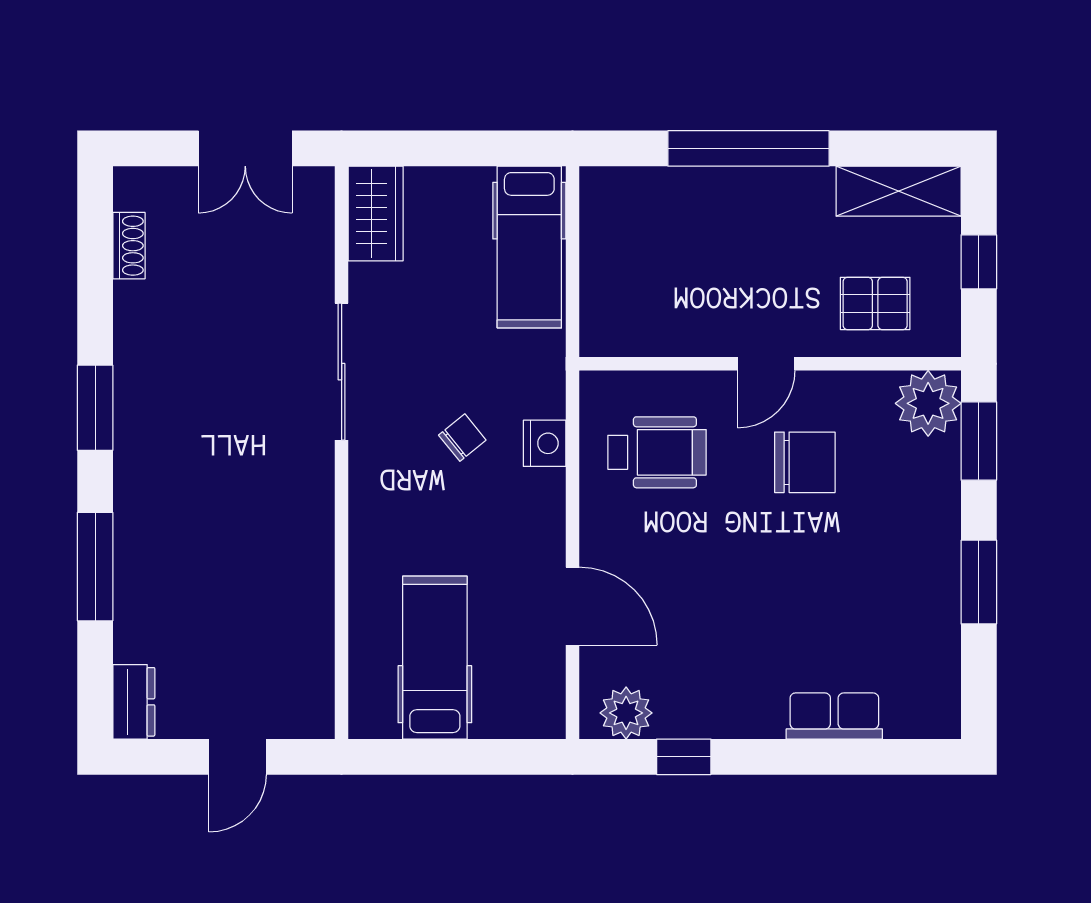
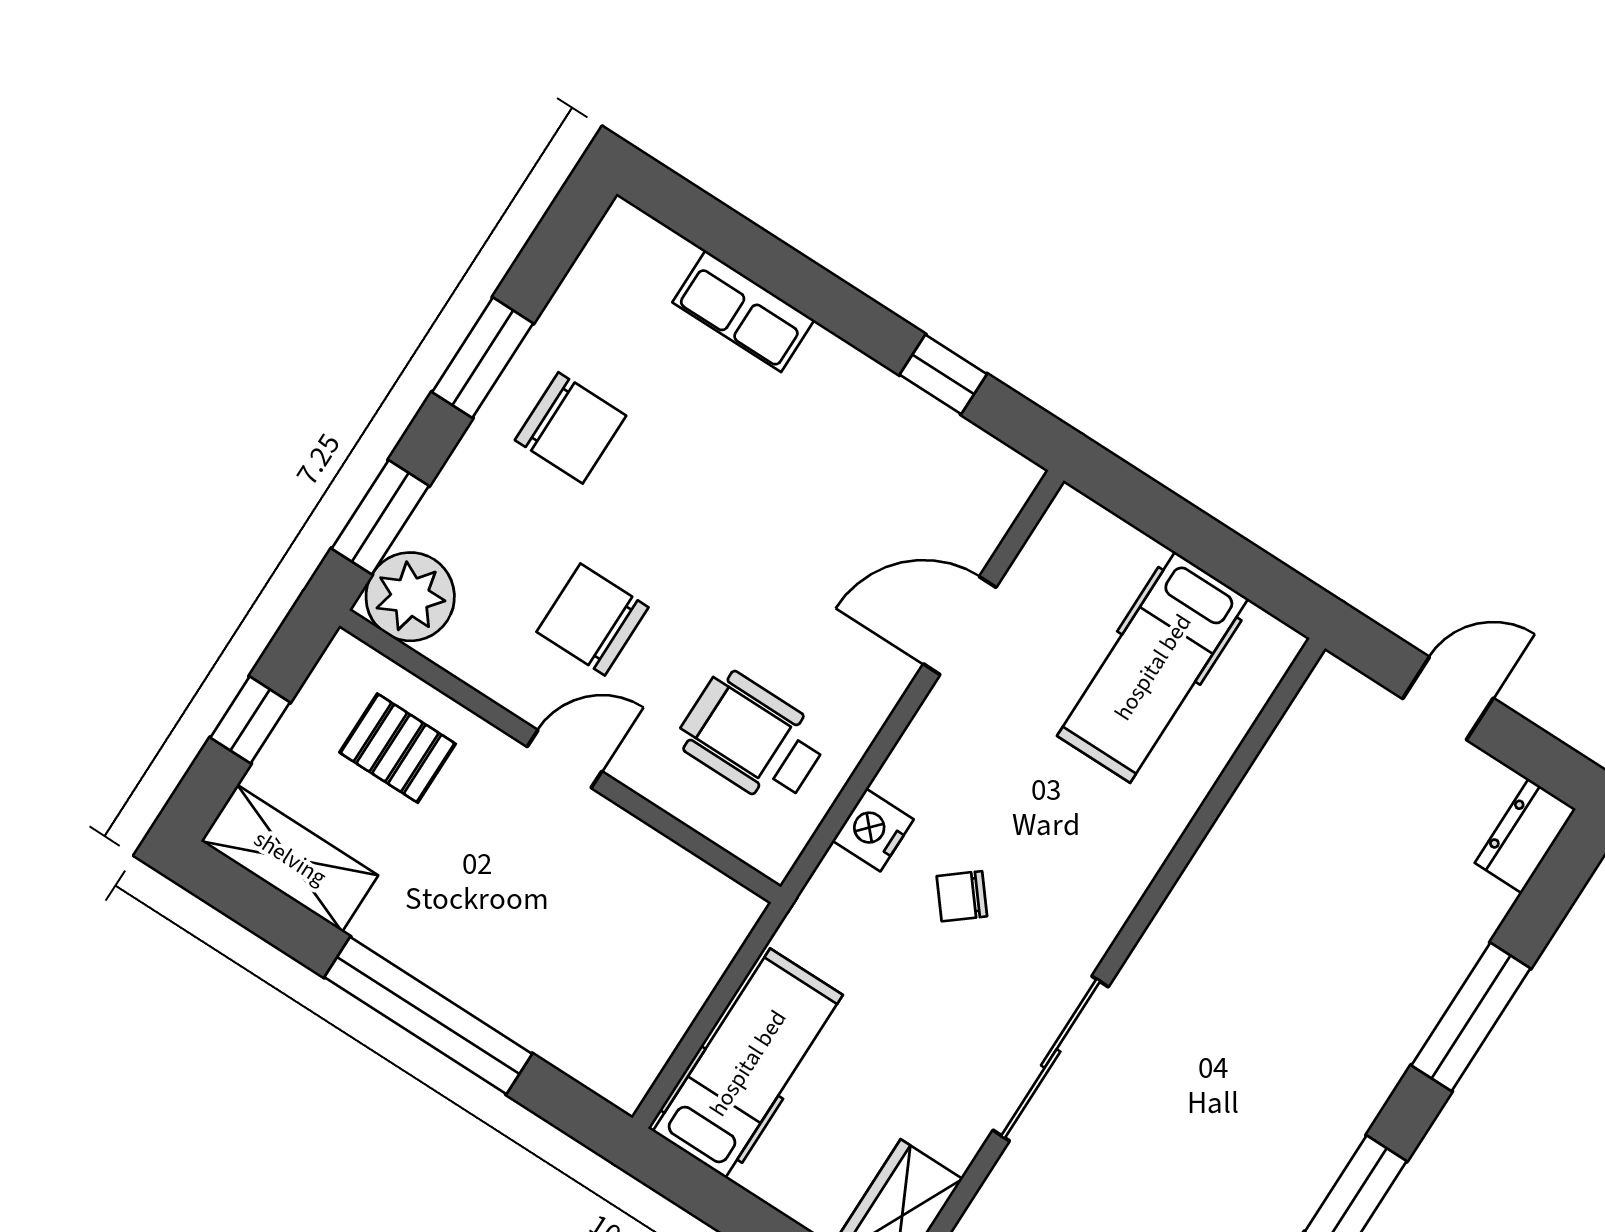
chair: (896, 574) -> (571, 428), added
door: (572, 606) -> (960, 626), hinge flipped
plant: (626, 713) -> (977, 466), removed

